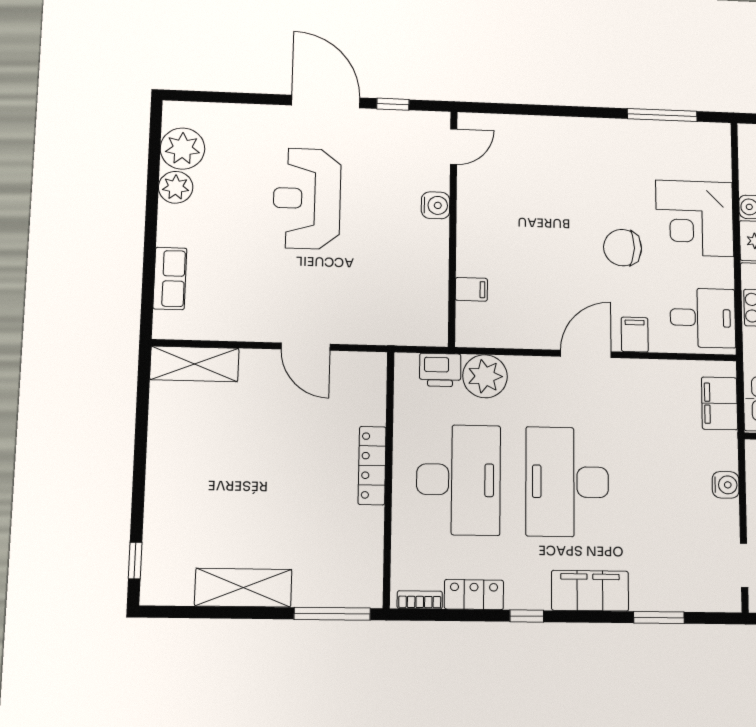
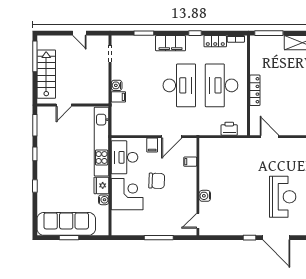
window: (662, 115) -> (159, 238), moved
door: (454, 147) -> (198, 221), moved
water cooler: (436, 205) -> (205, 196), moved
wall: (453, 228) -> (198, 187), moved
filing cabinet: (471, 289) -> (190, 162), moved
desk: (703, 318) -> (124, 157), width x1.37
door: (306, 347) -> (270, 137), moved
plant: (485, 376) -> (212, 127), removed
filing cabinet: (720, 403) -> (118, 97), moved, width x0.50

